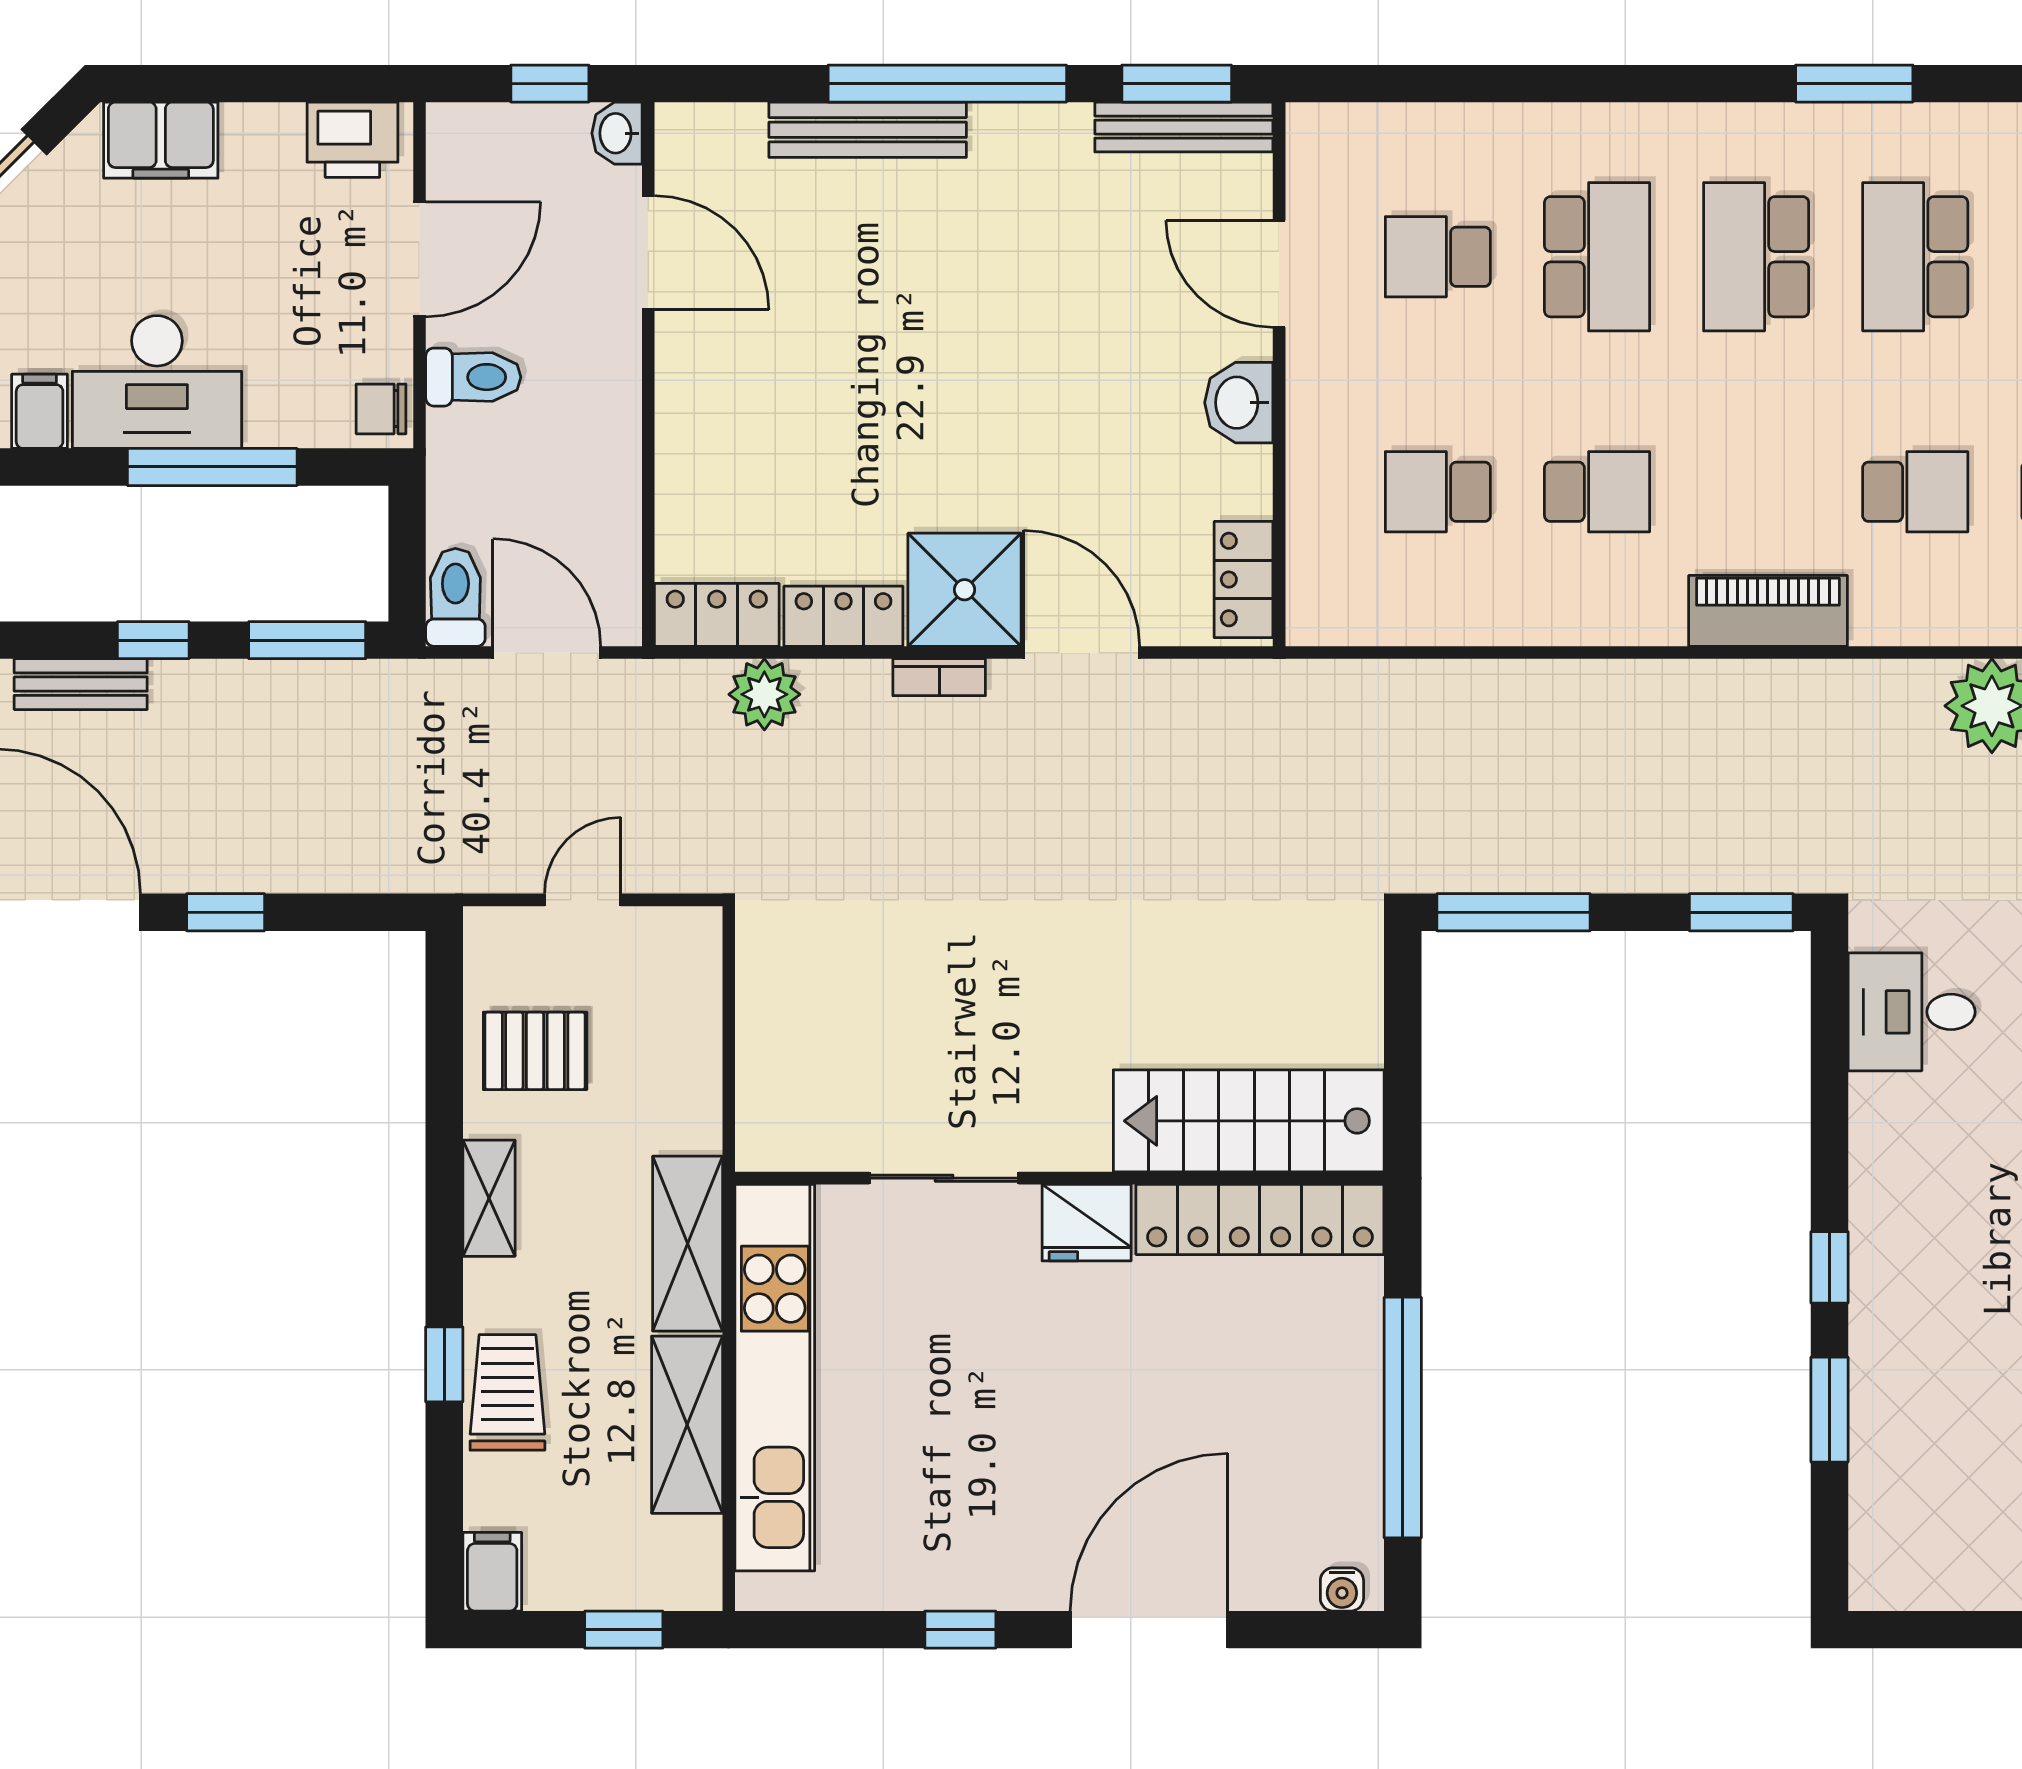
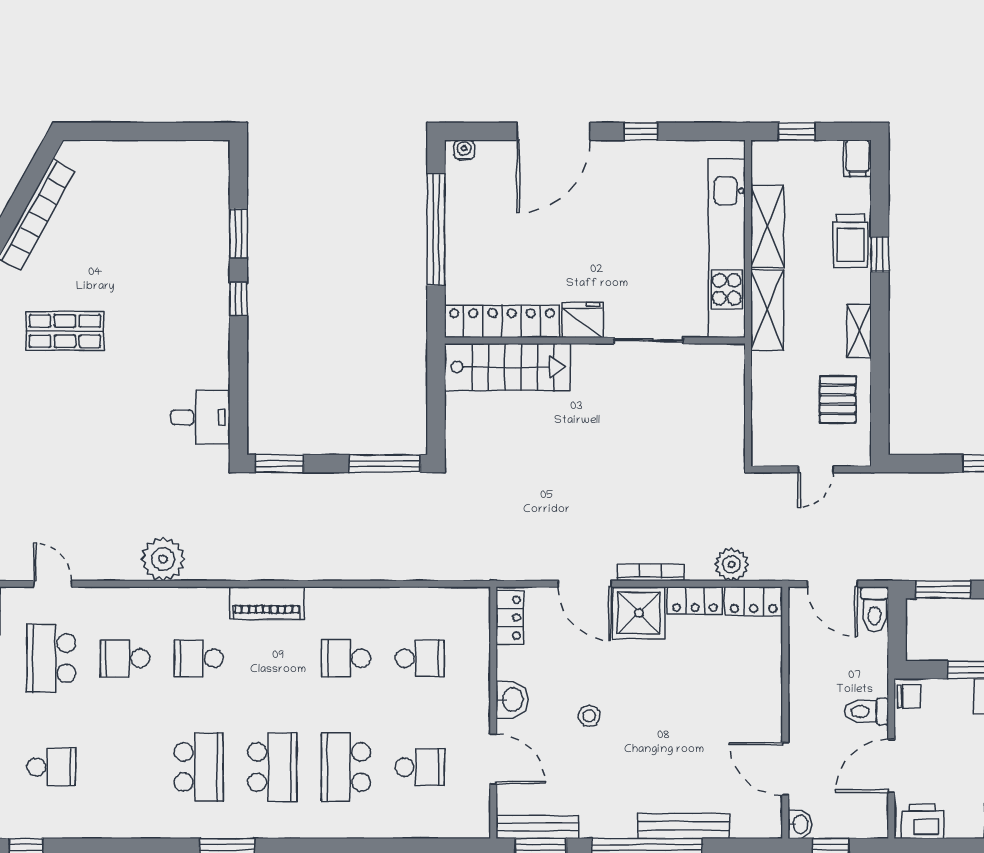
stool: (1072, 368) -> (589, 716), added
bookcase: (939, 677) -> (651, 572), width x1.56
pallet: (535, 1051) -> (838, 399), turned 90

